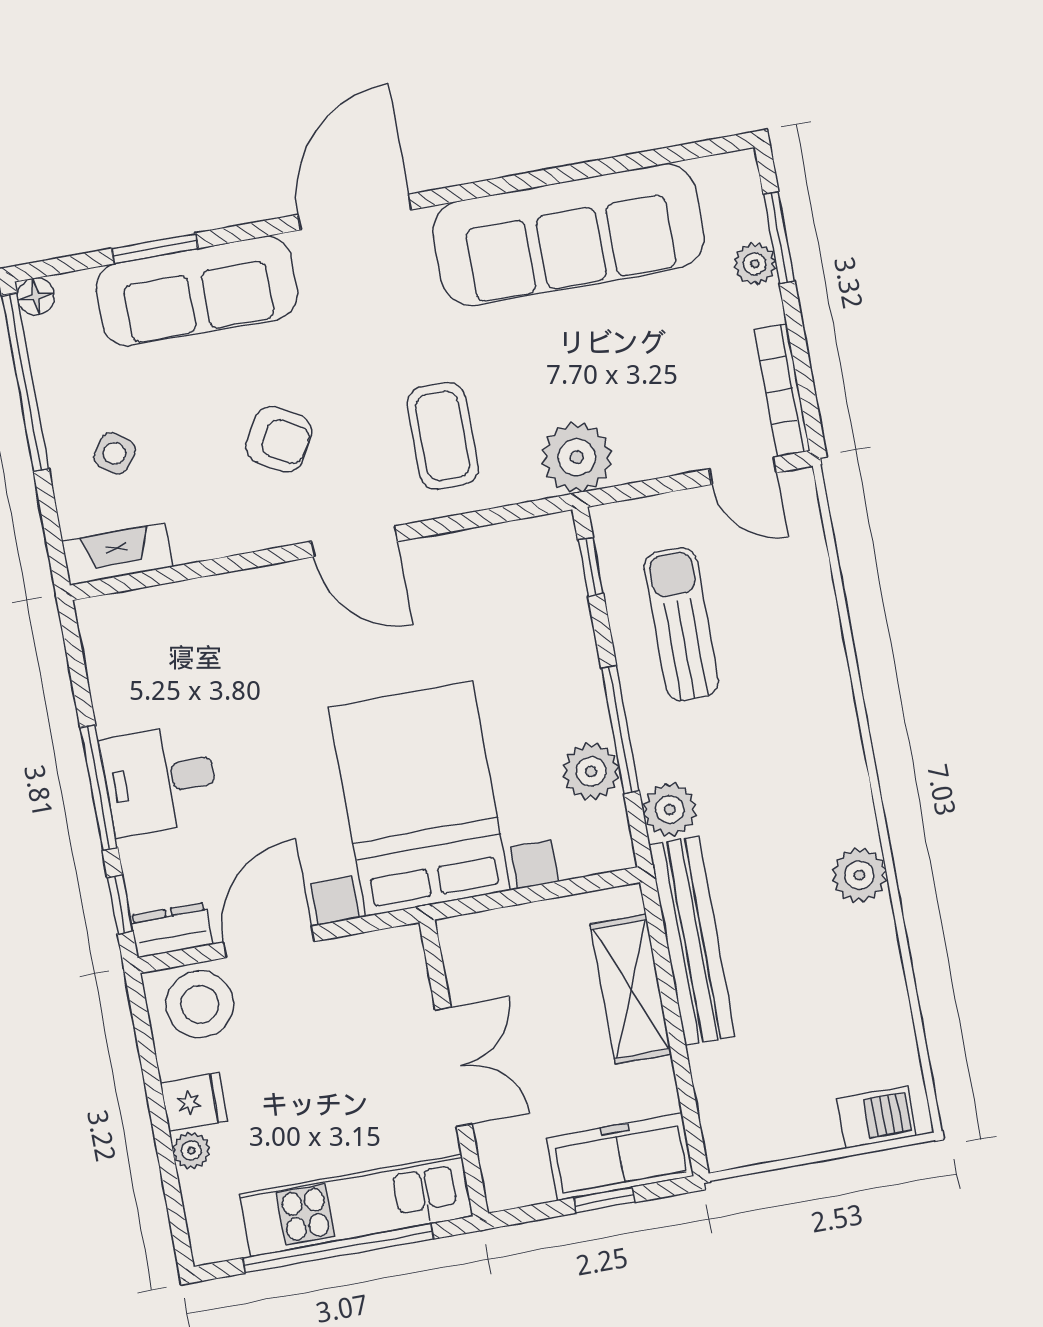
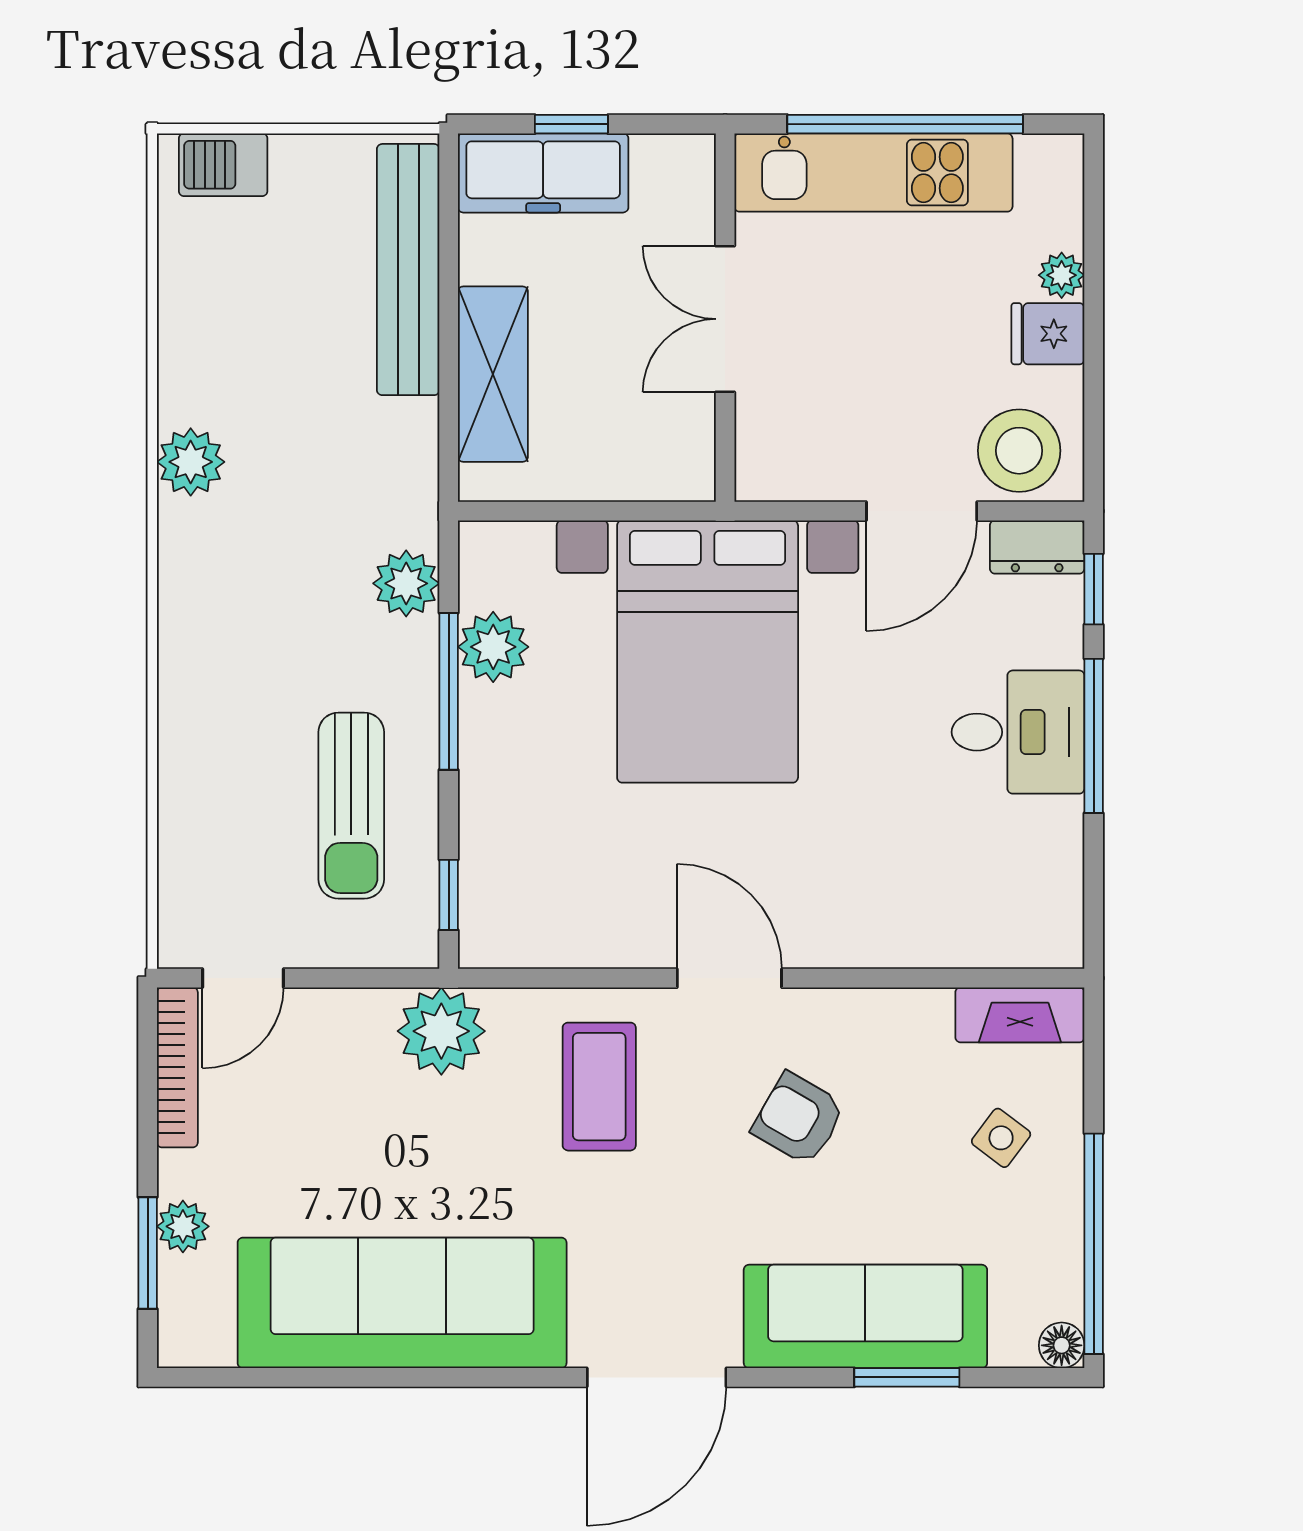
door: (743, 471) -> (243, 978), swing flipped
bench: (692, 940) -> (408, 270), moved

